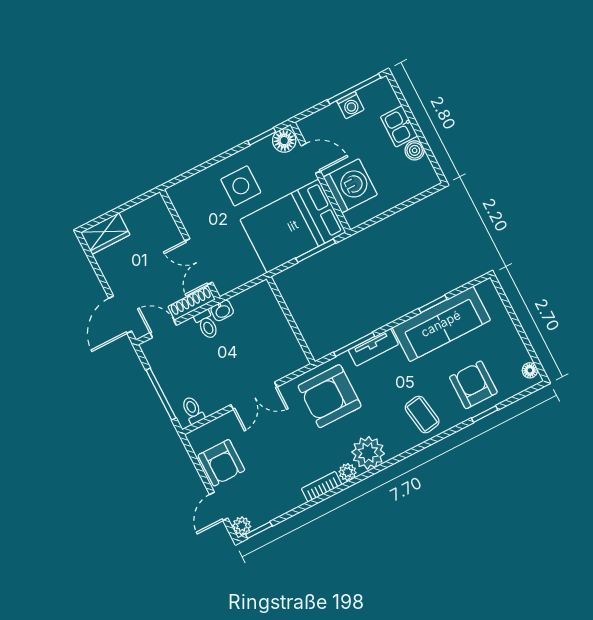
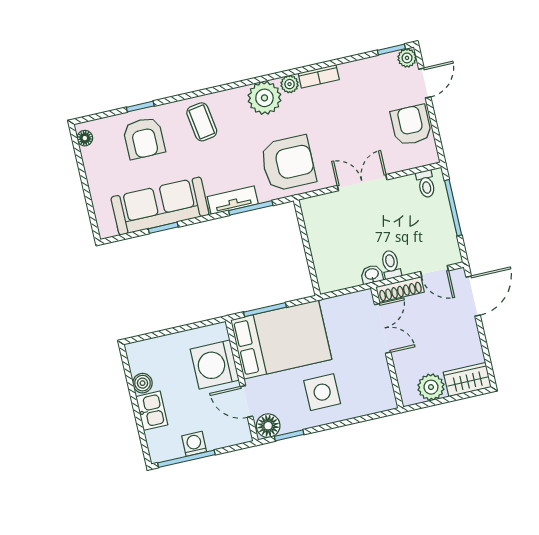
plant: (138, 217) -> (431, 387), added

